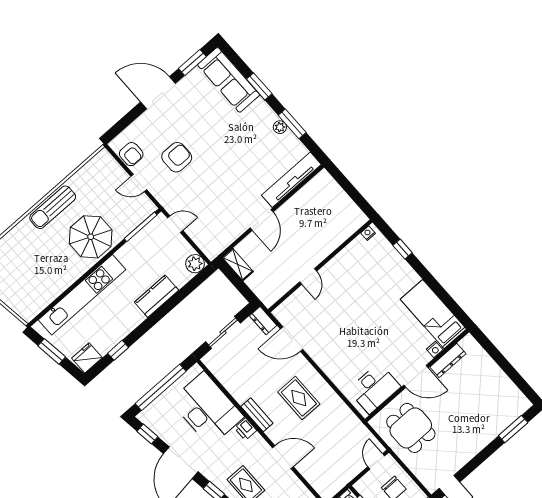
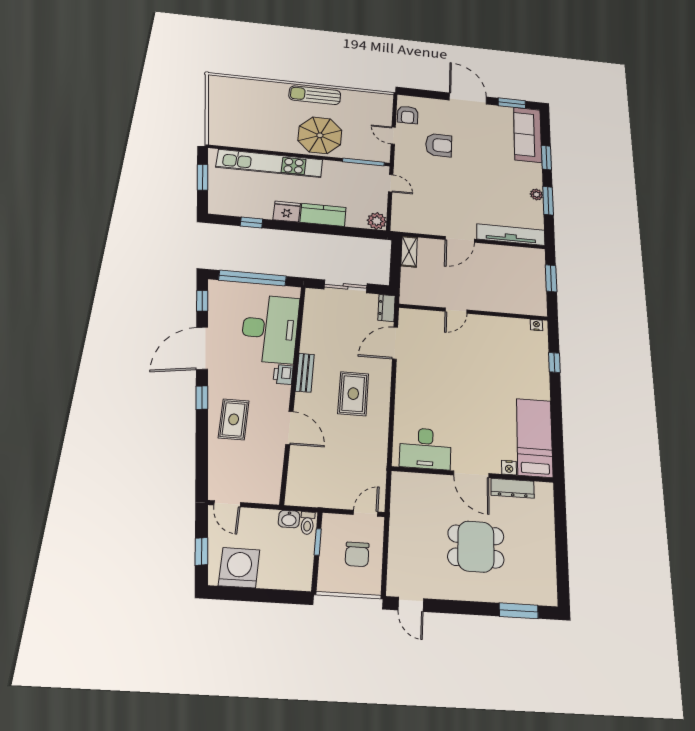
window: (348, 187) -> (551, 278), added
door: (292, 339) -> (395, 343), hinge flipped
fridge: (87, 358) -> (287, 212), moved
dining table: (411, 428) -> (476, 546), moved, turned 90

